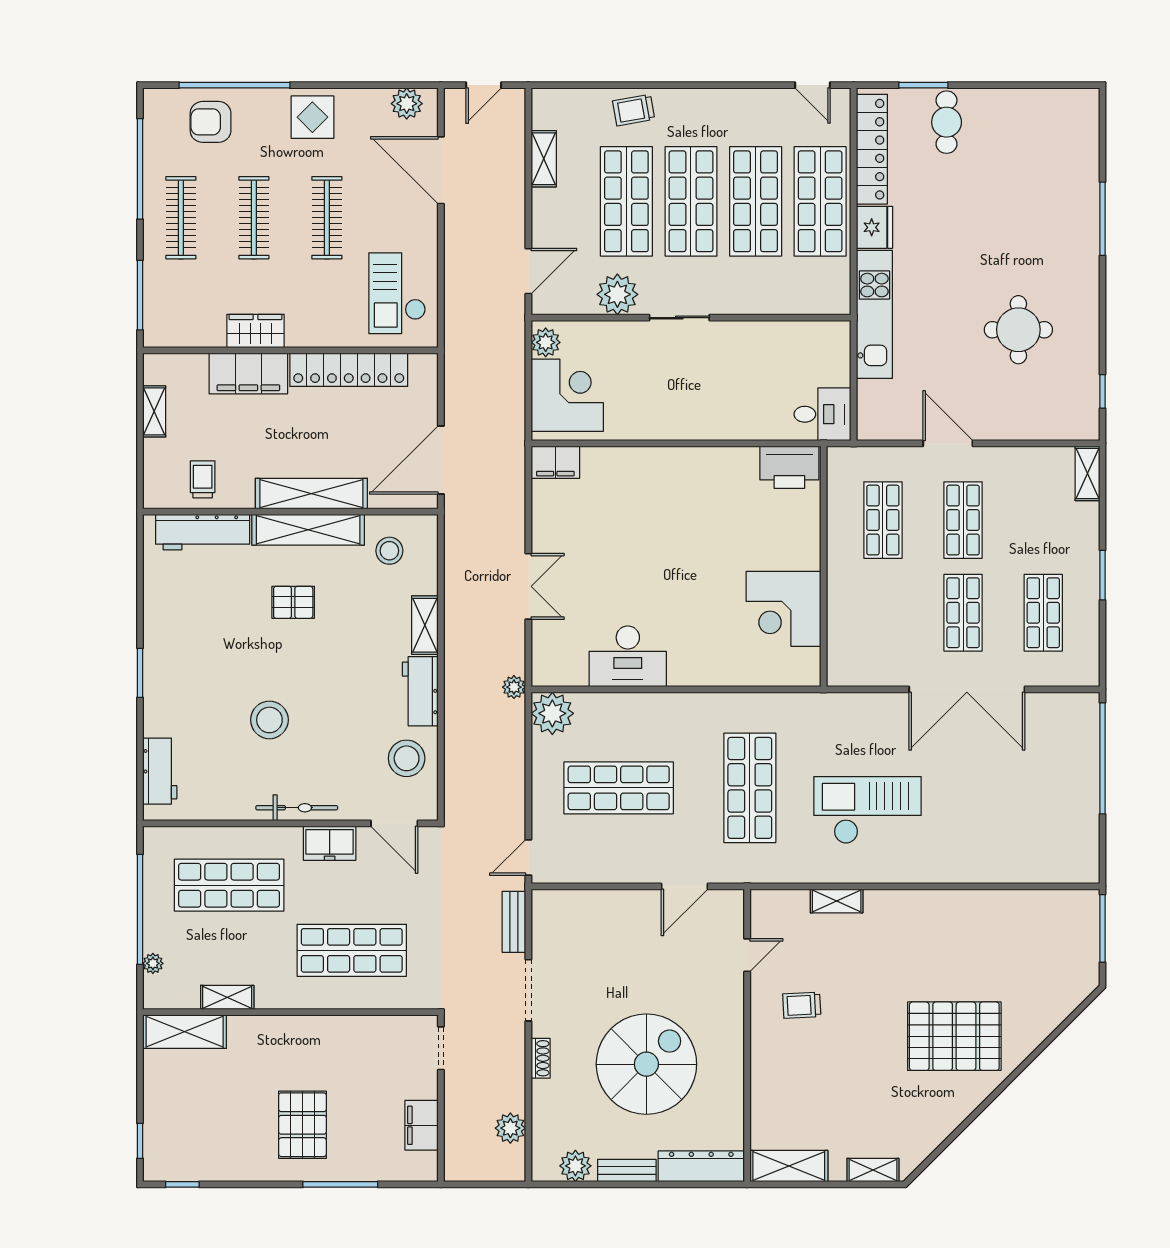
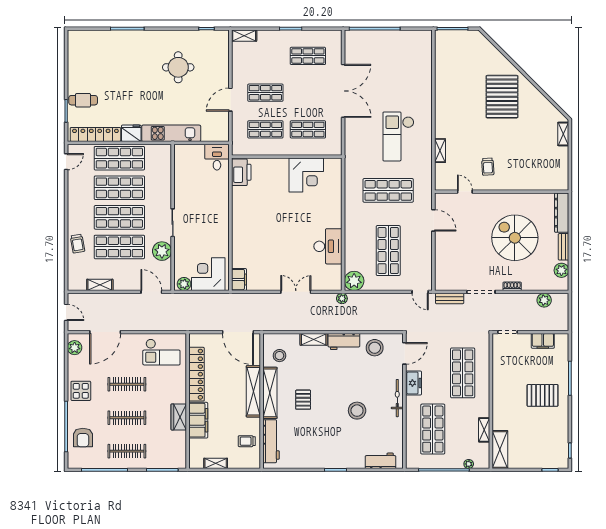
shop shelf: (963, 613) -> (308, 129), moved
shelving: (789, 1166) -> (561, 173), removed

